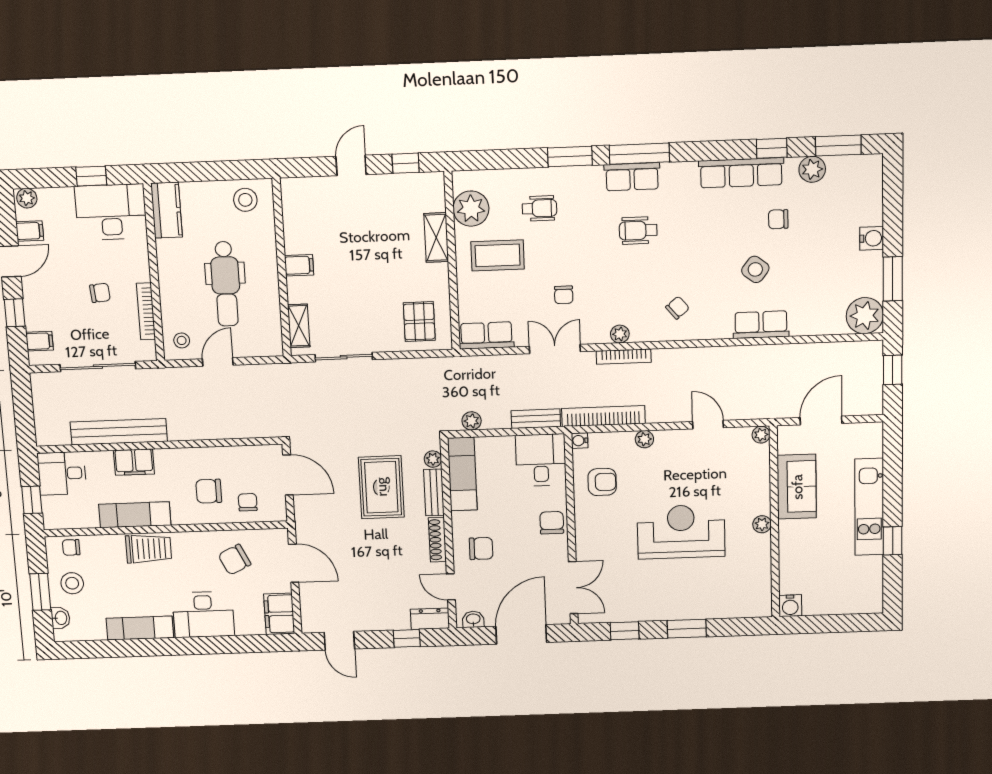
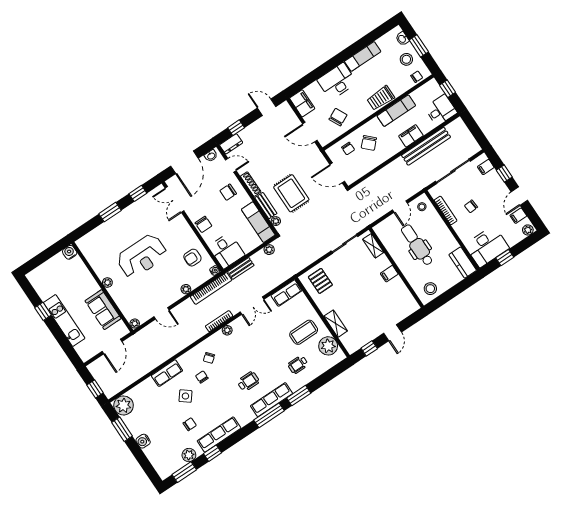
row of seats: (632, 177) -> (272, 400), width x1.48
chair: (564, 295) -> (202, 377), moved
chair: (209, 491) -> (369, 143), turned 135

